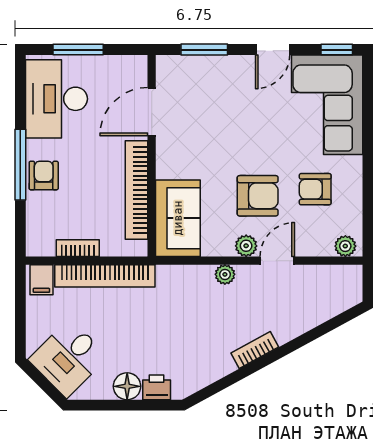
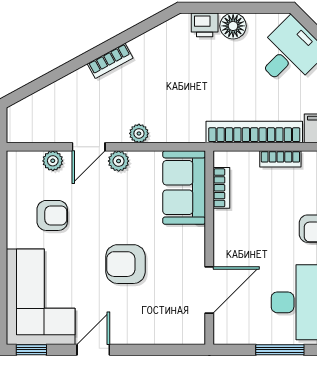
window: (204, 50) -> (159, 350), removed
bookcase: (137, 190) -> (221, 188), width x0.43, depth x0.76
armchair: (258, 196) -> (125, 264), moved
plant: (345, 246) -> (53, 161), moved

